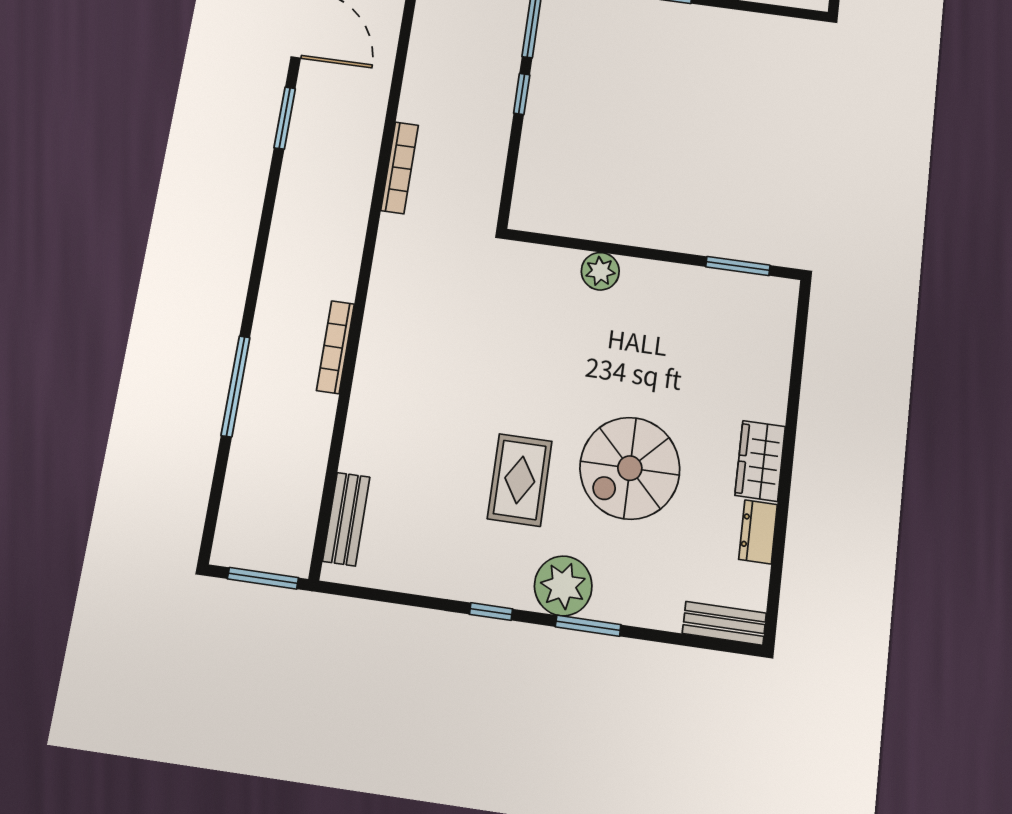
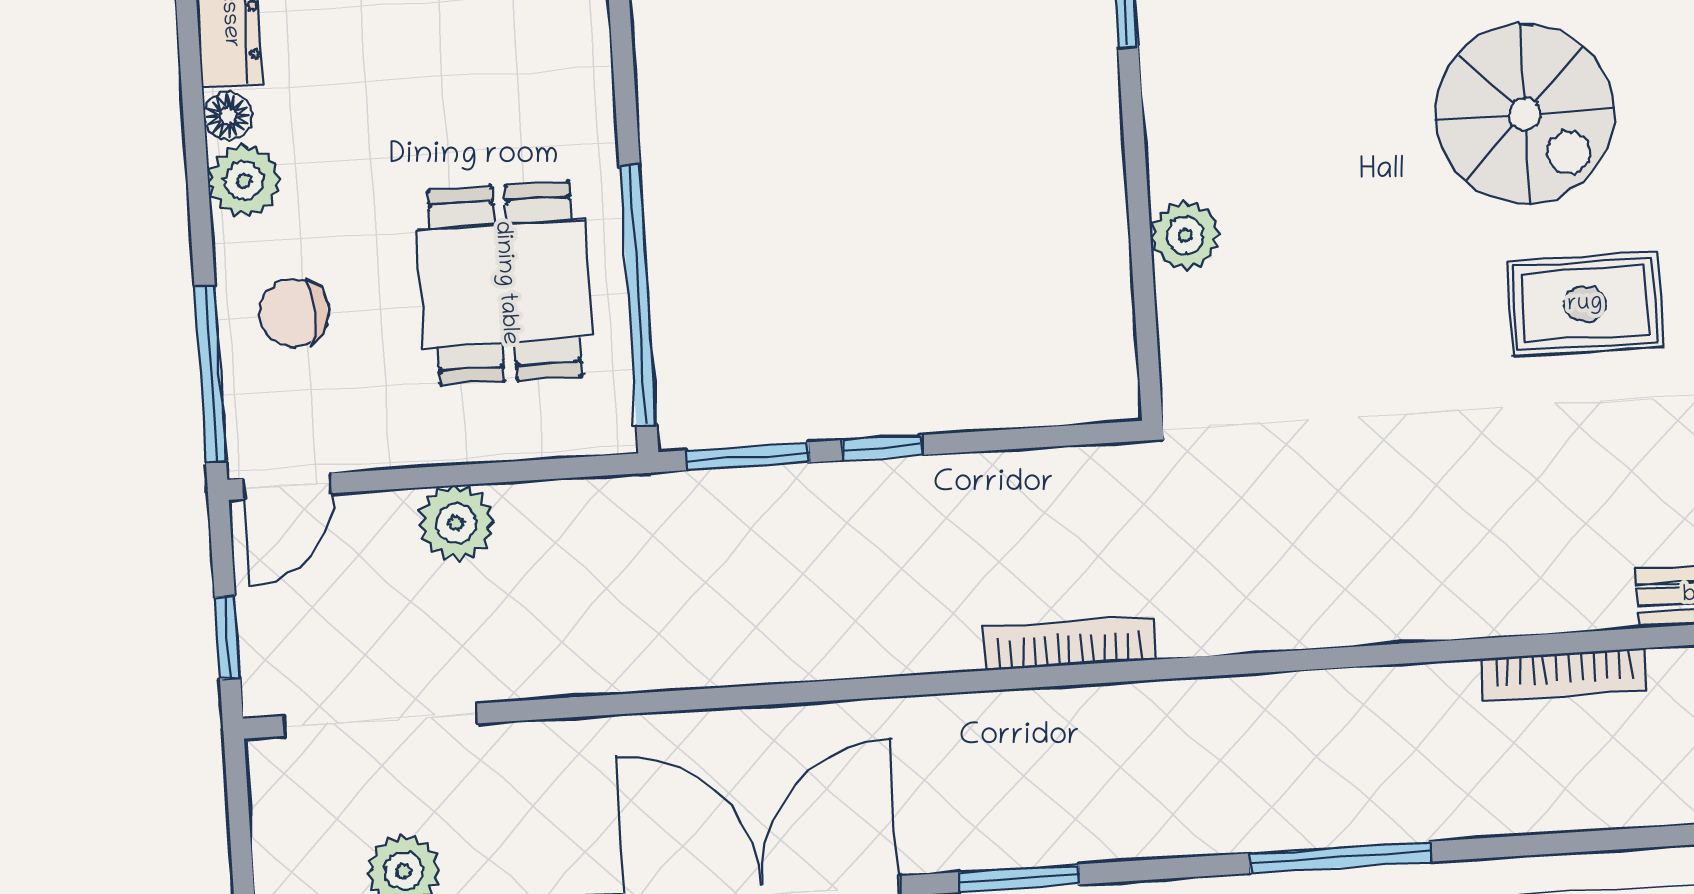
bookcase: (335, 347) -> (1564, 674), moved
window: (236, 386) -> (1340, 857), moved

